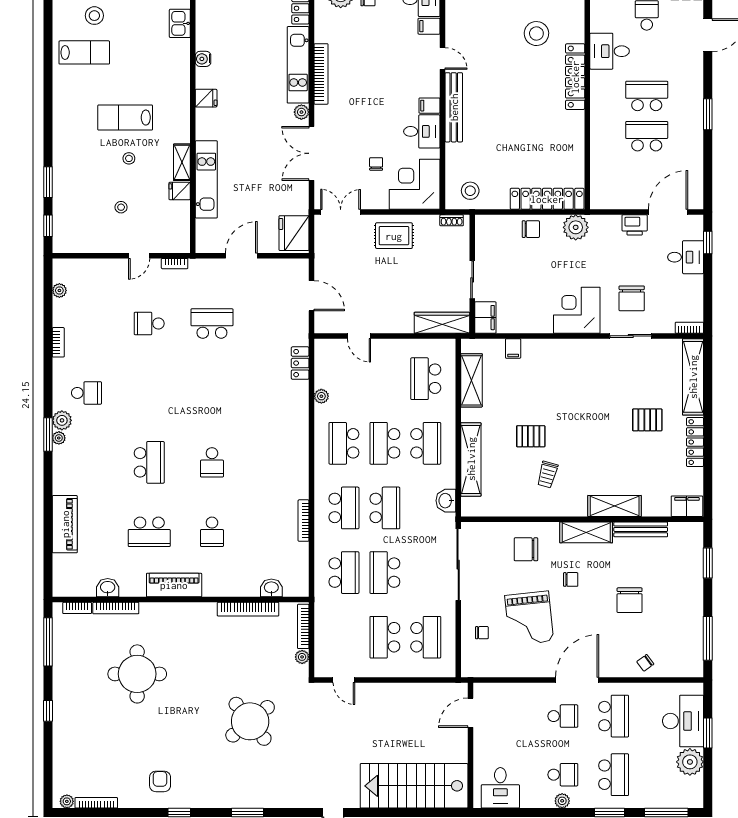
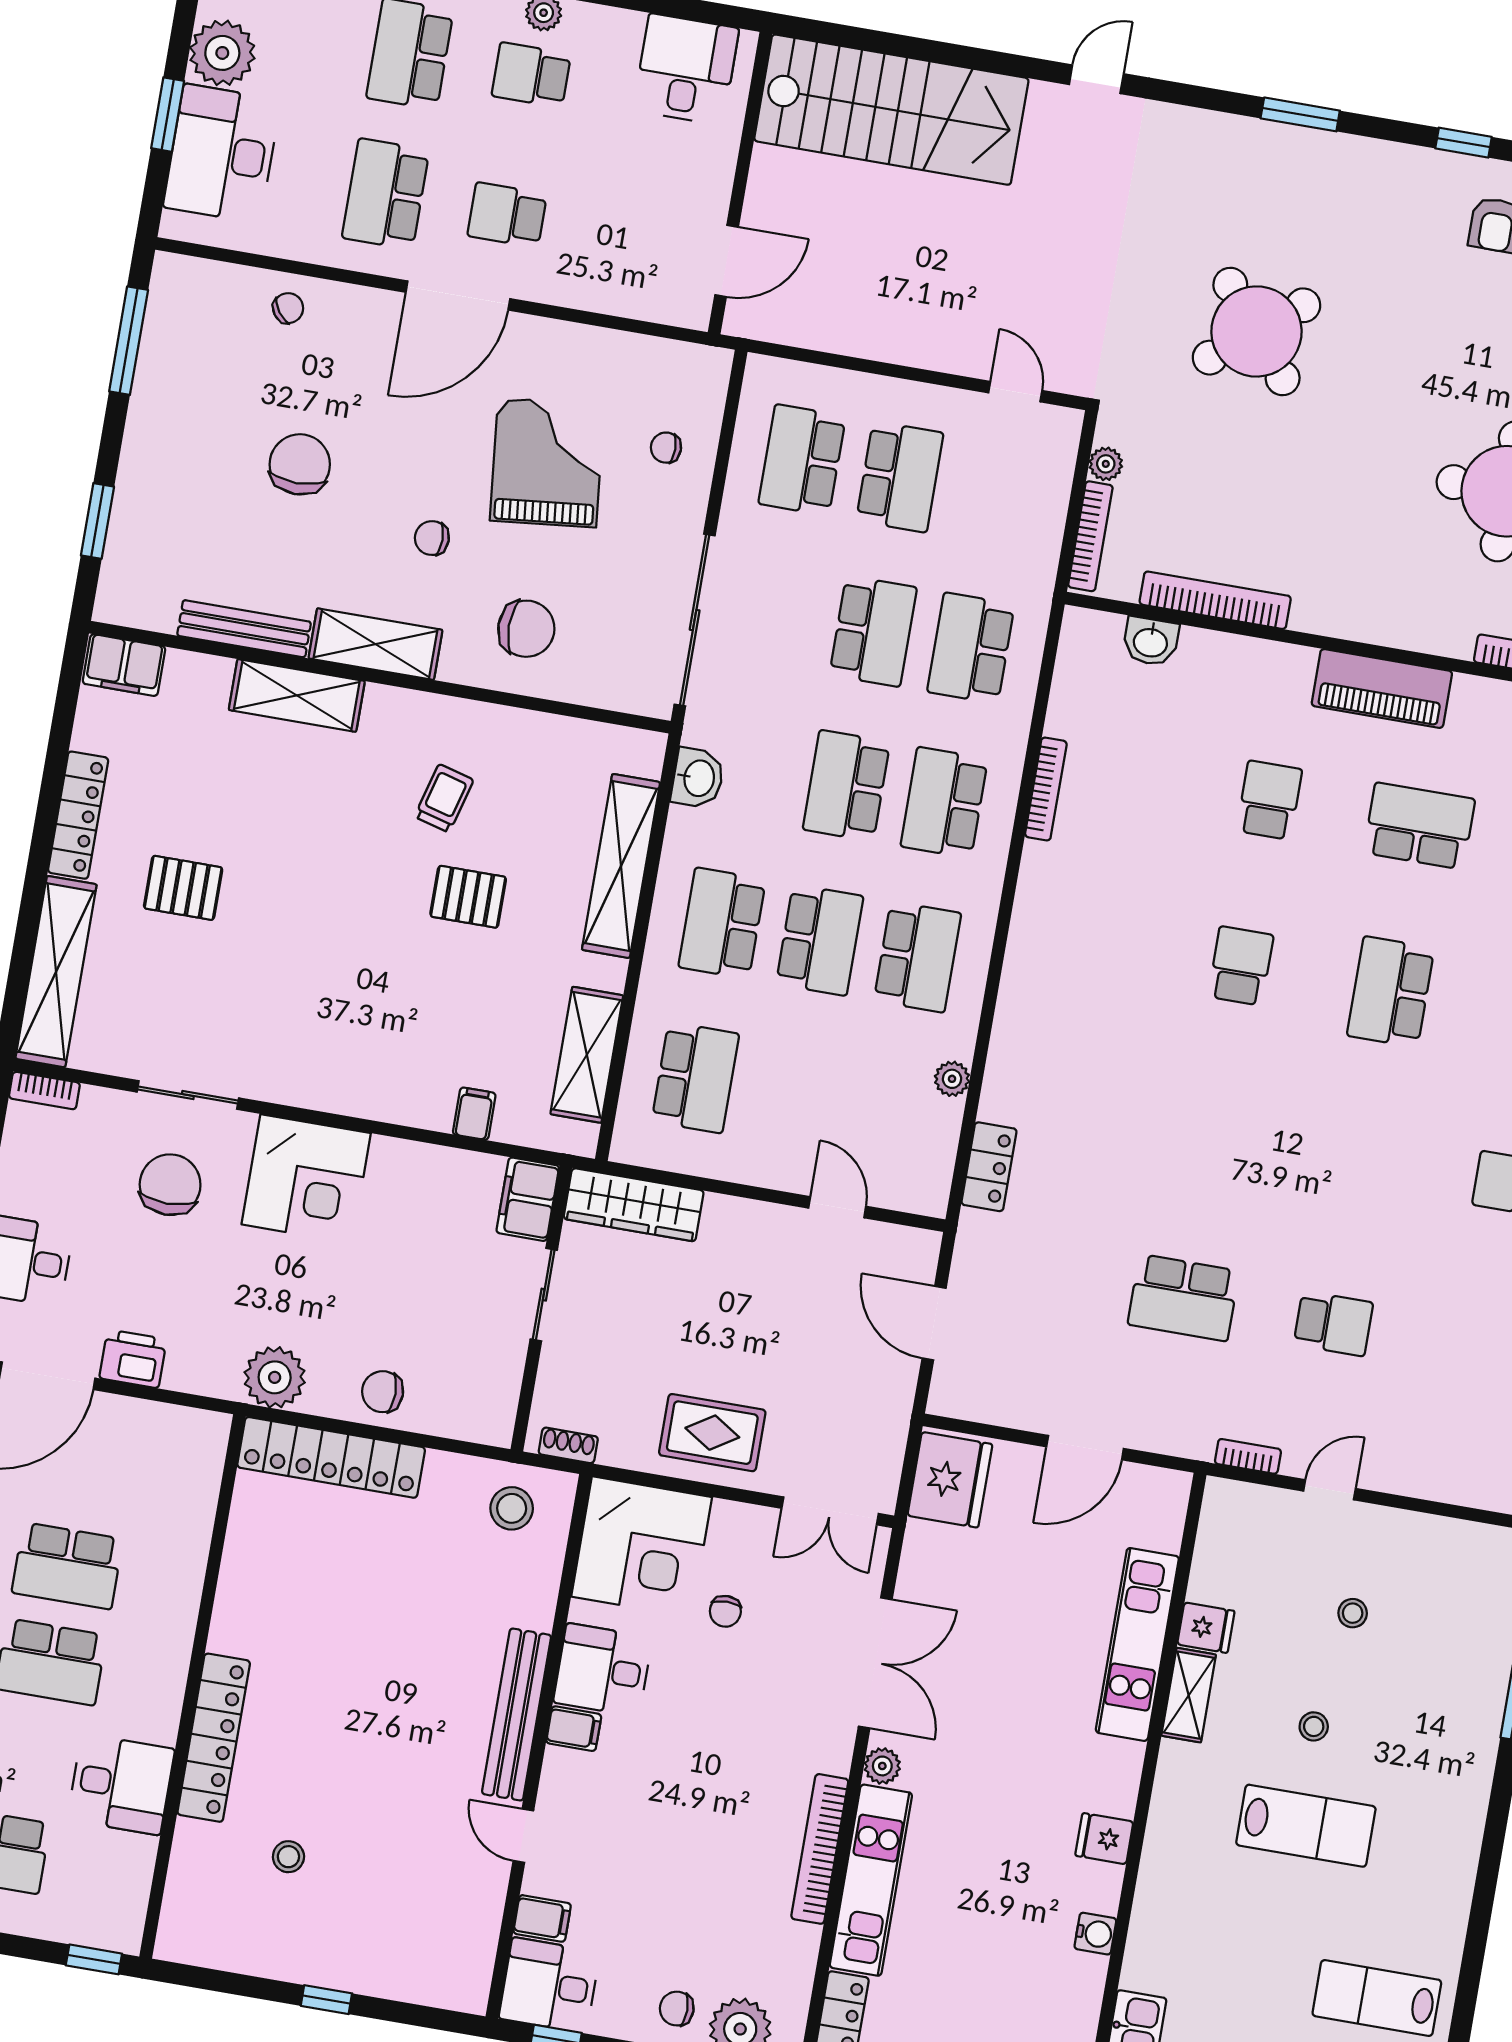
stool: (536, 34) -> (288, 1857), width x0.53, depth x0.53

